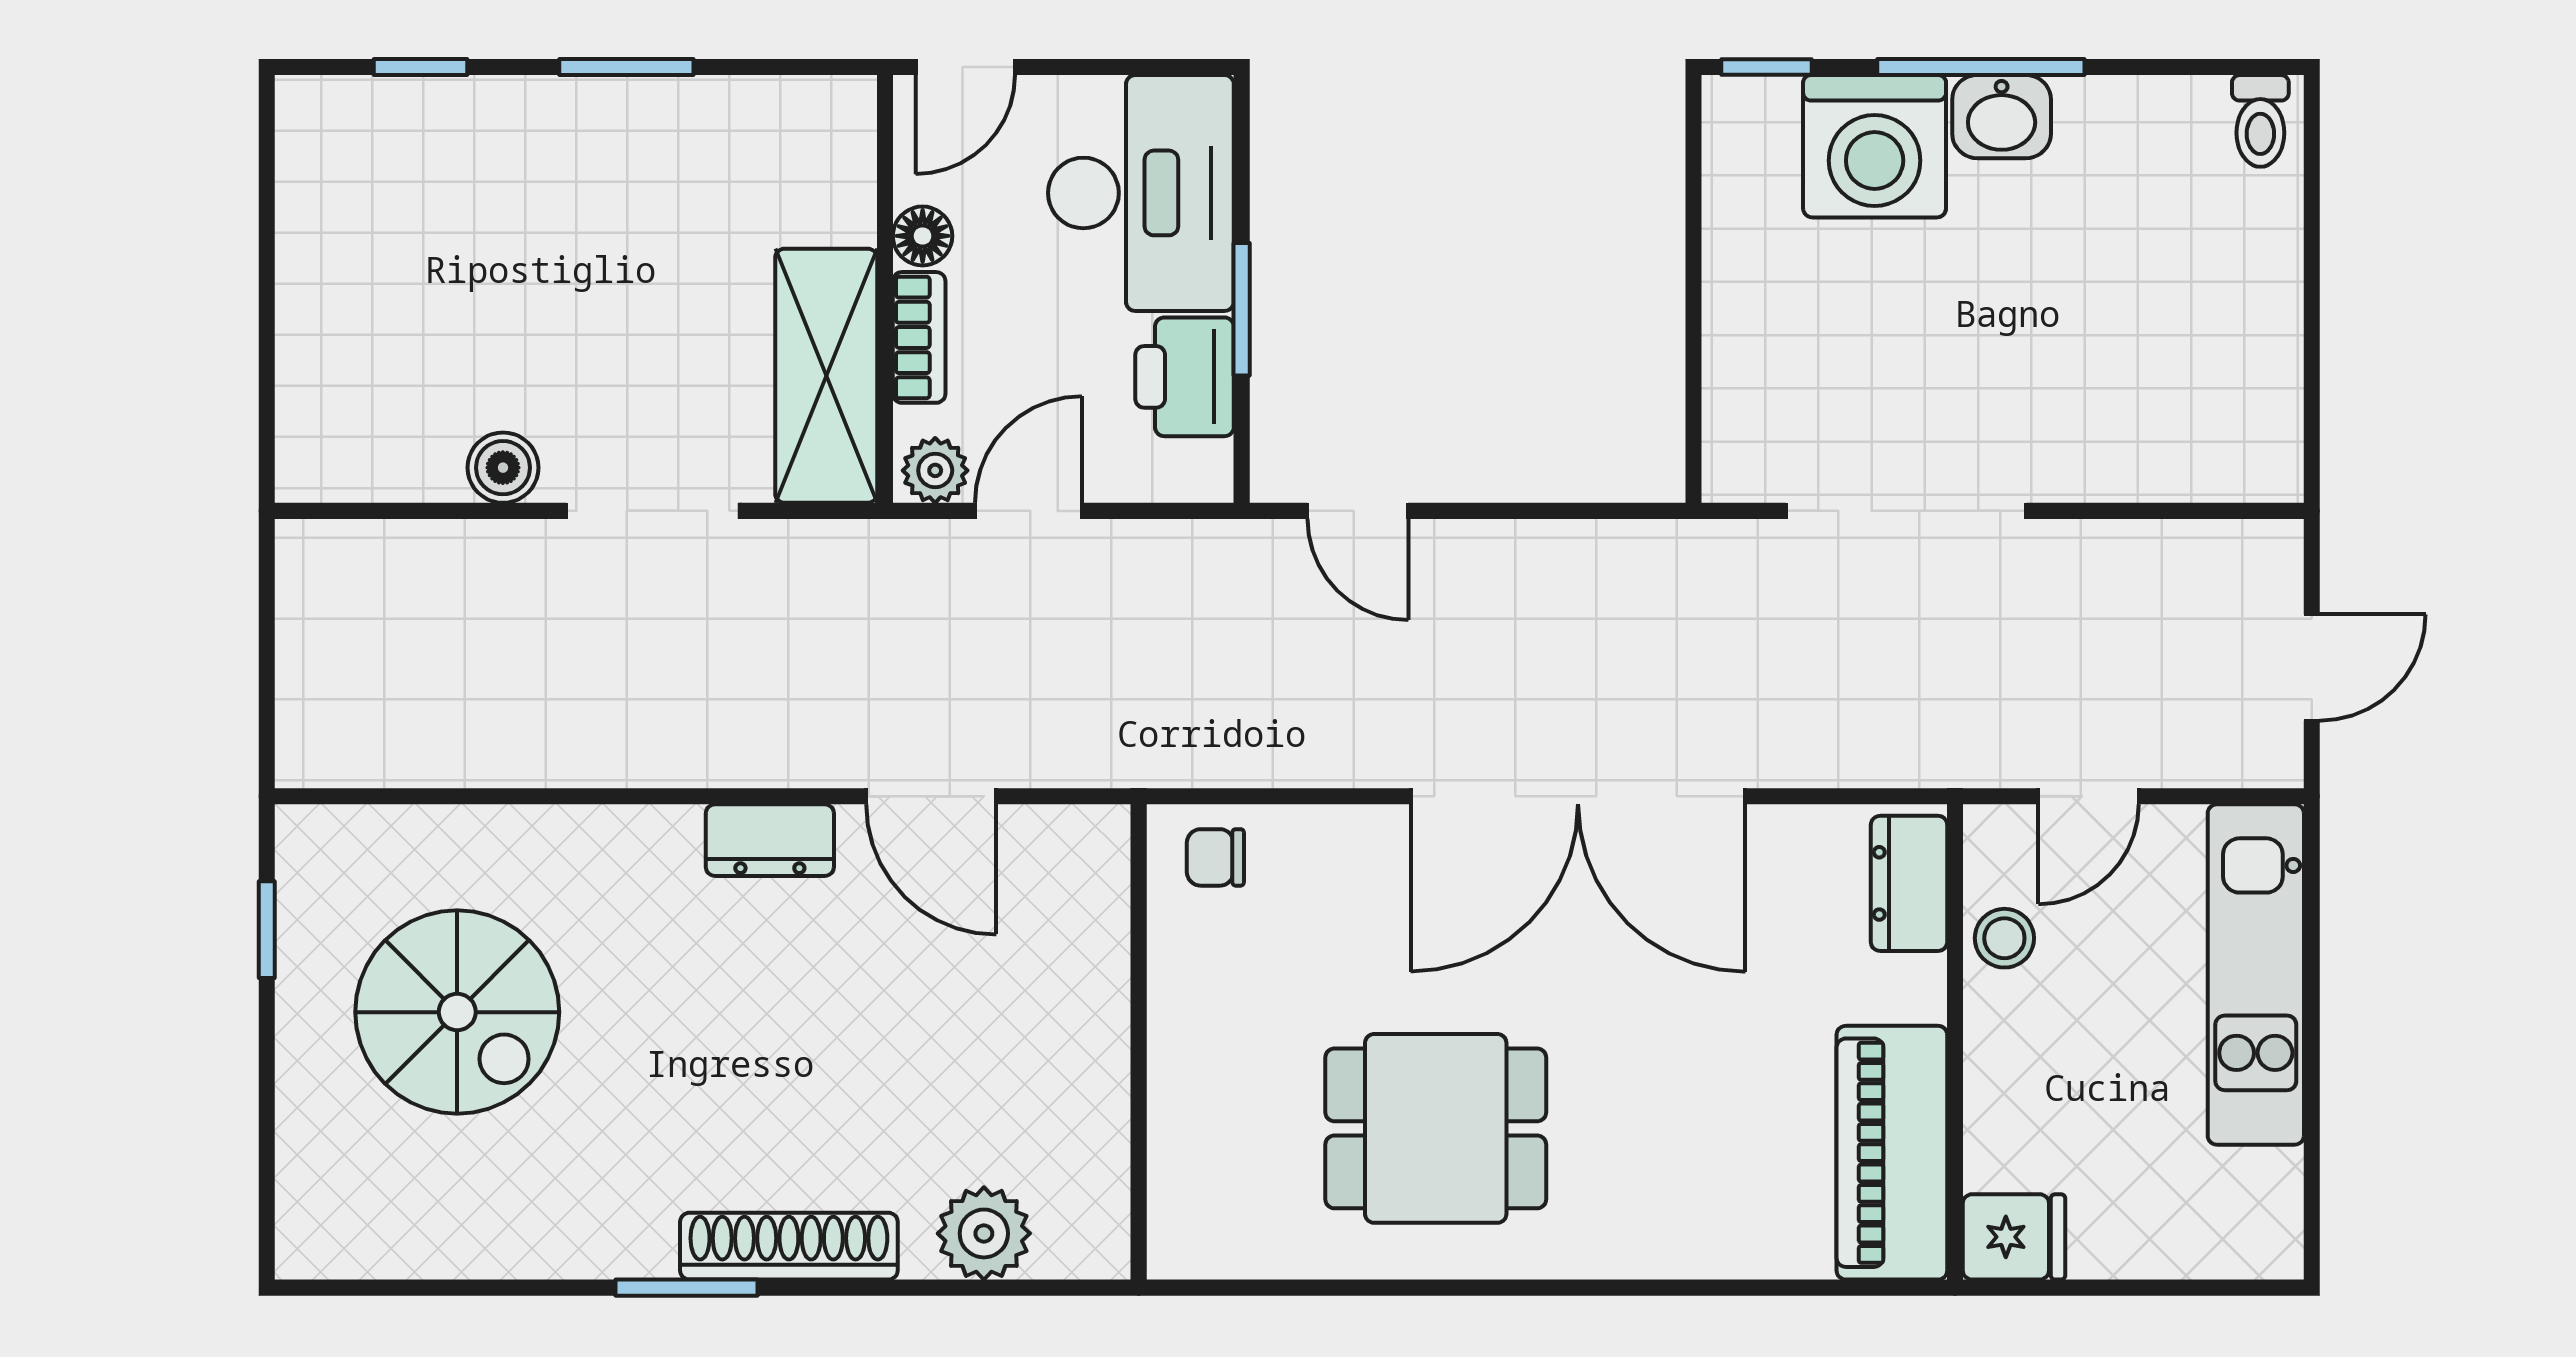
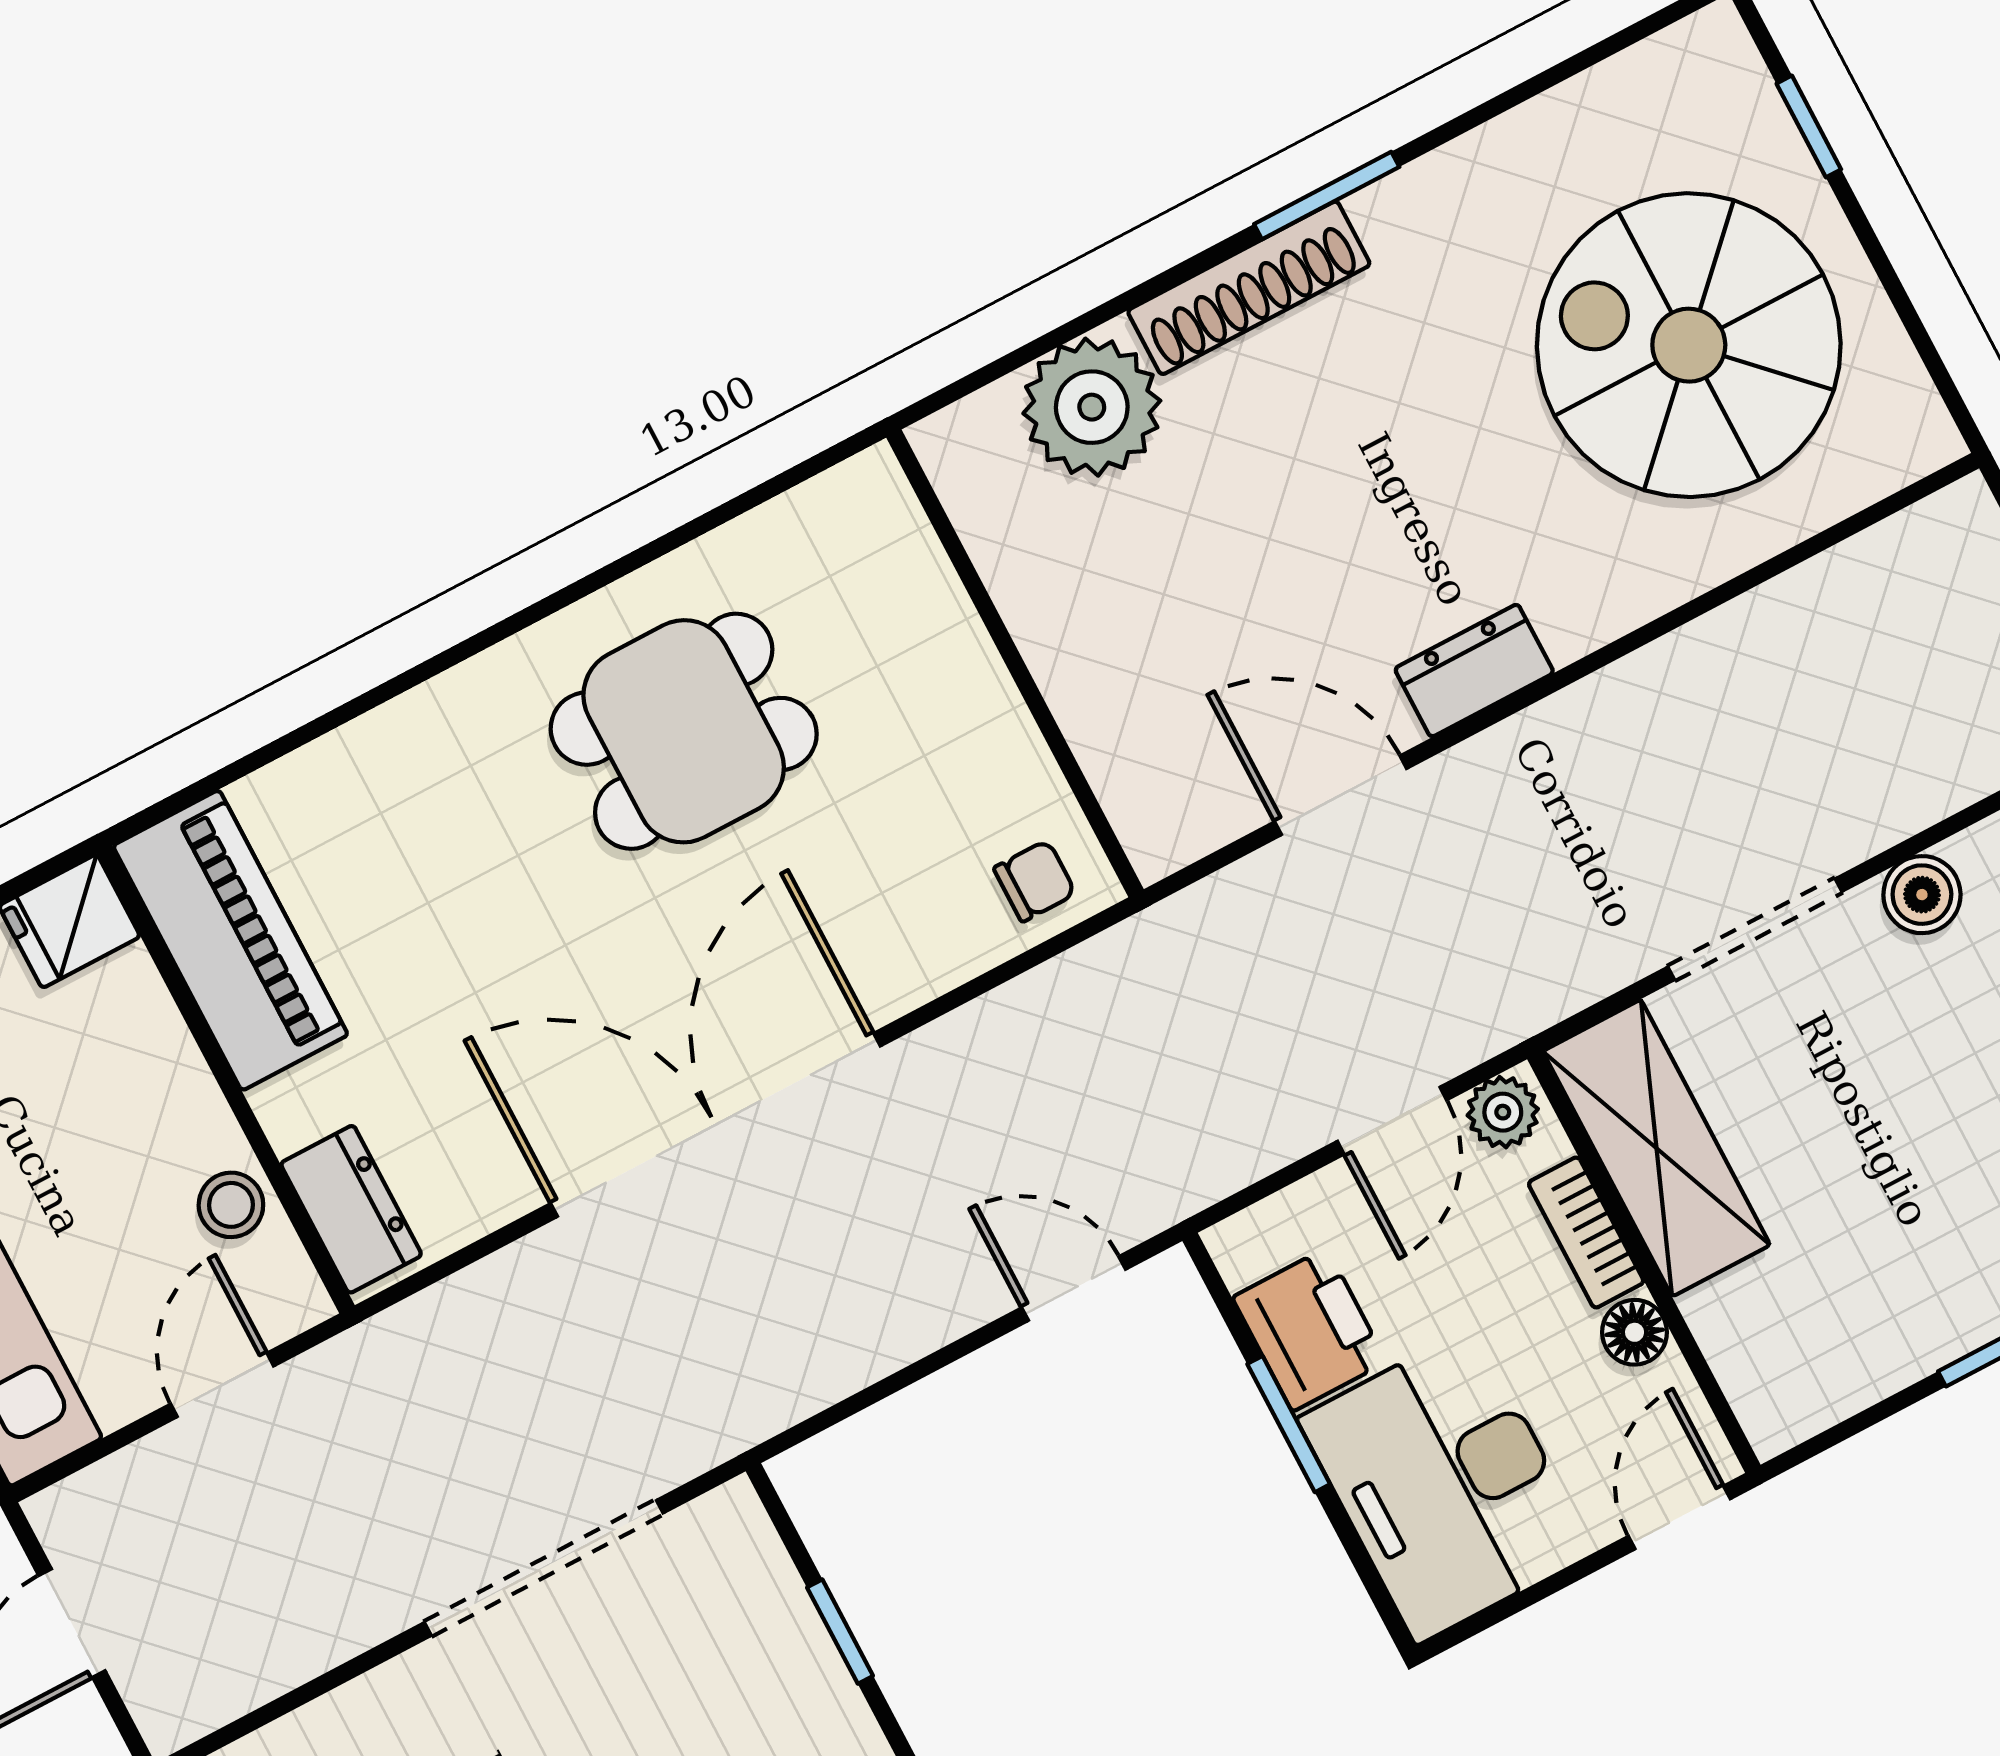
window: (1693, 333) -> (840, 1632), added
window: (267, 930) -> (1809, 126), moved
spiral stairs: (457, 1012) -> (1689, 345), width x1.37, depth x1.37
plant: (984, 1233) -> (1092, 407), width x1.36, depth x1.36

